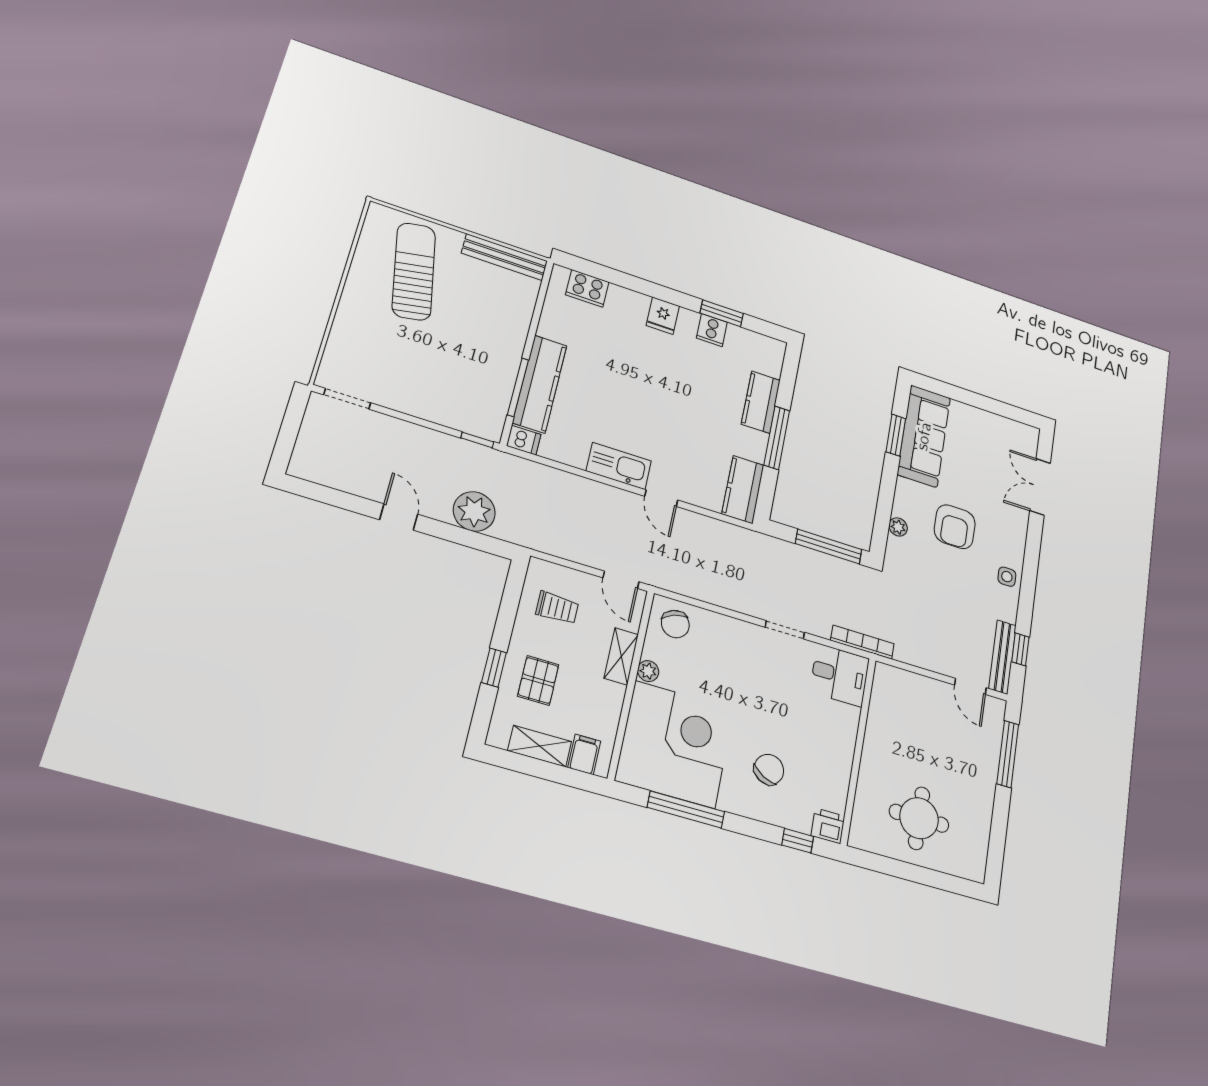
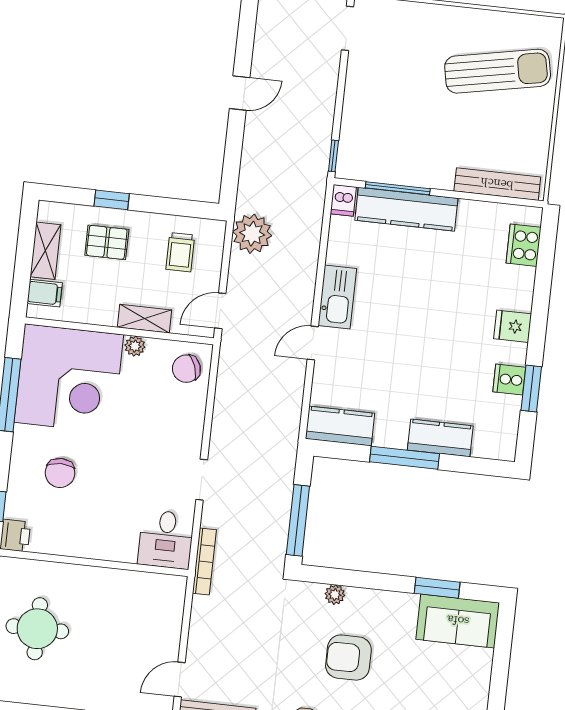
bench: (504, 257) -> (497, 184), moved, turned 90
sofa: (924, 436) -> (458, 621), width x0.73
plant: (474, 511) -> (252, 234), moved
chair: (769, 769) -> (60, 473), turned 61

